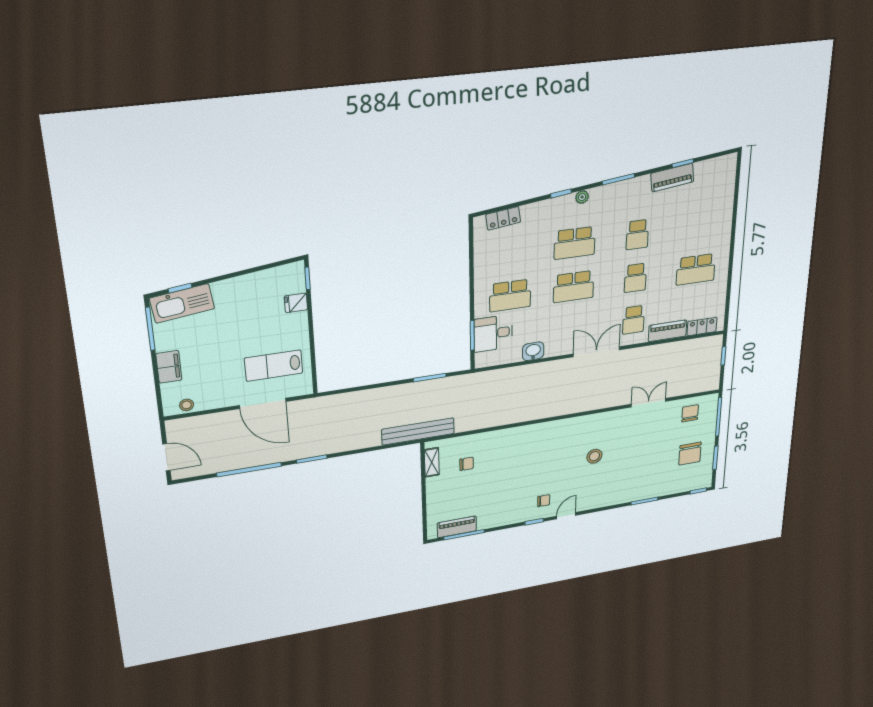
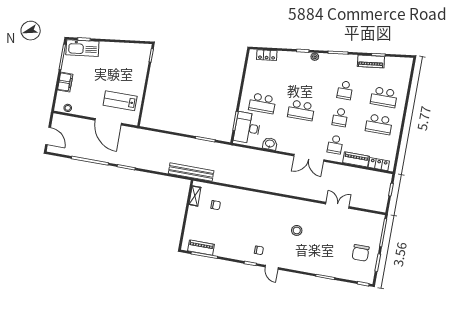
school desk: (575, 243) -> (384, 97), moved
fridge: (296, 303) -> (141, 68), removed
desk: (493, 333) -> (247, 128), width x1.37
double door: (596, 352) -> (309, 158), swing flipped
chair: (690, 413) -> (364, 223), removed
door: (566, 516) -> (272, 267), swing flipped

